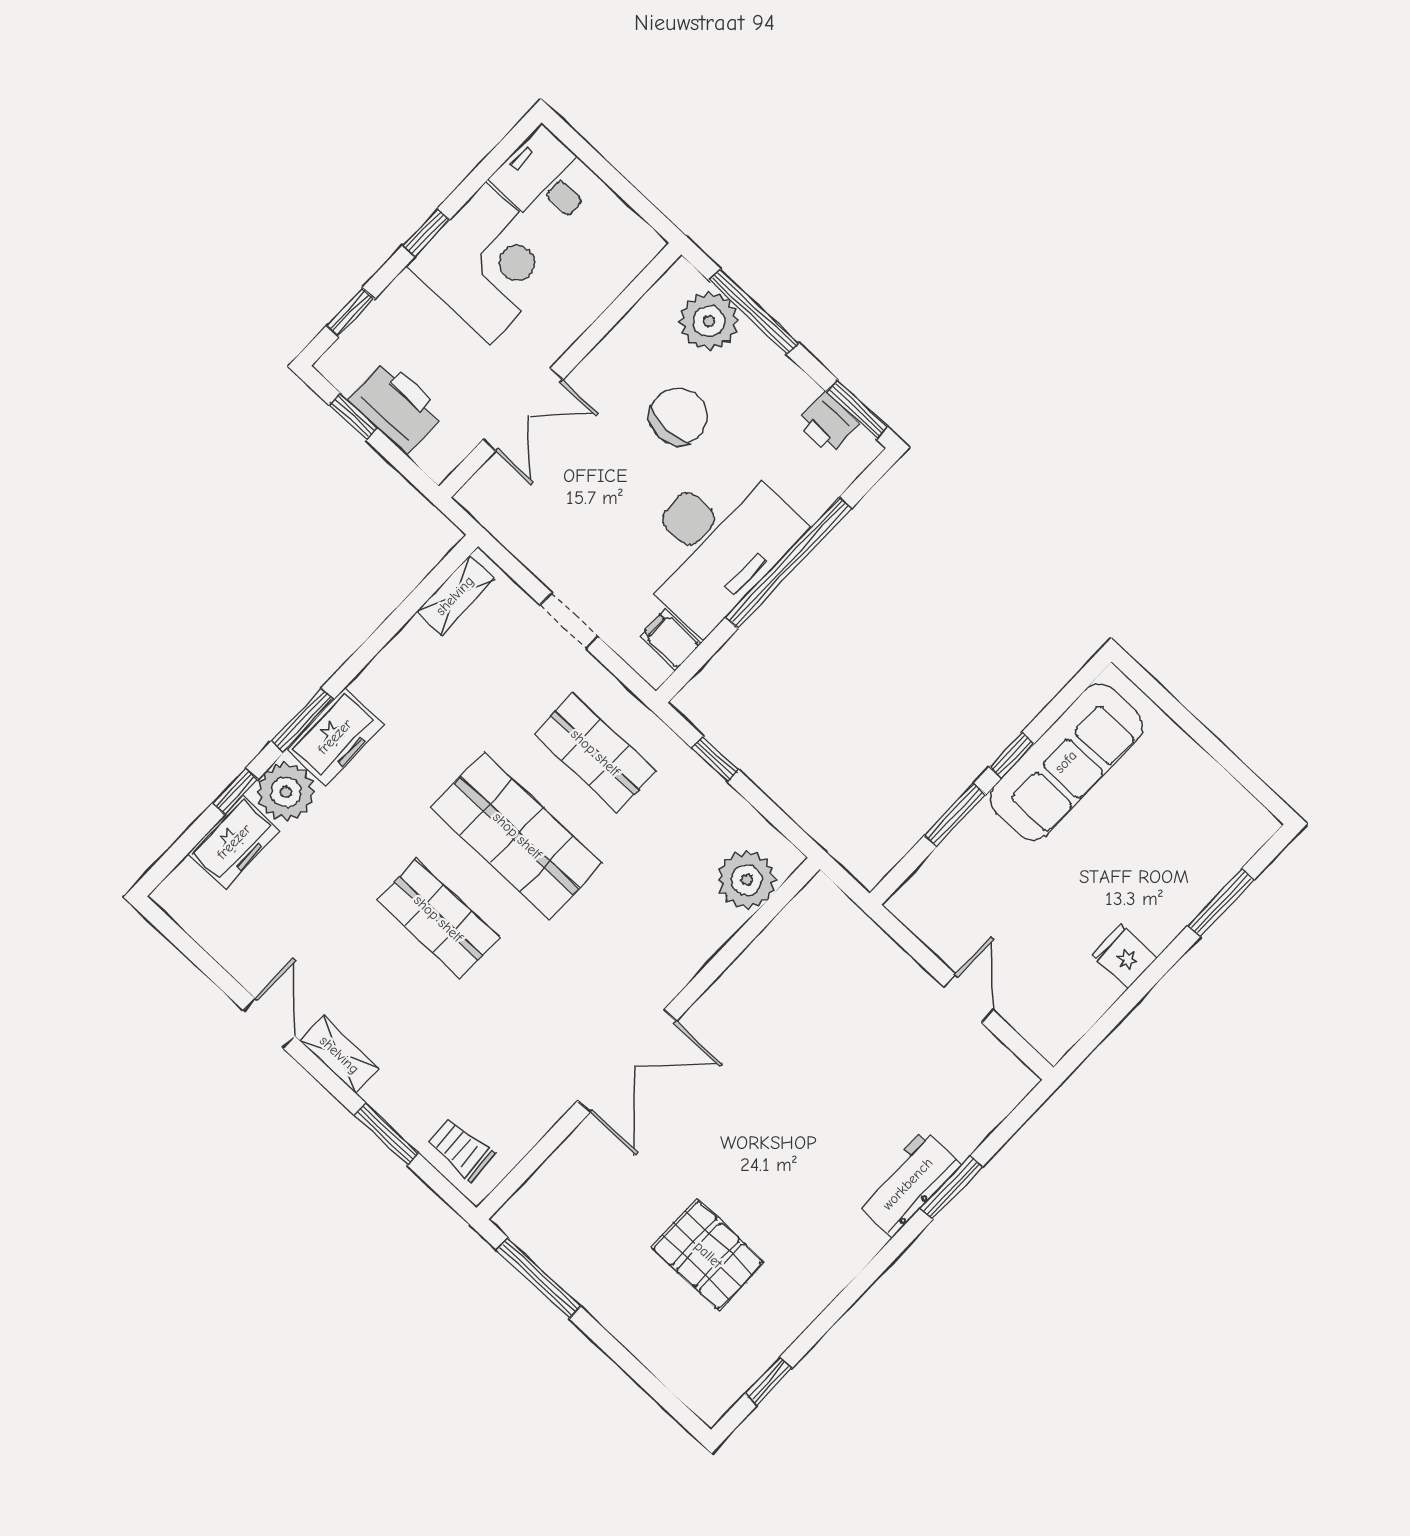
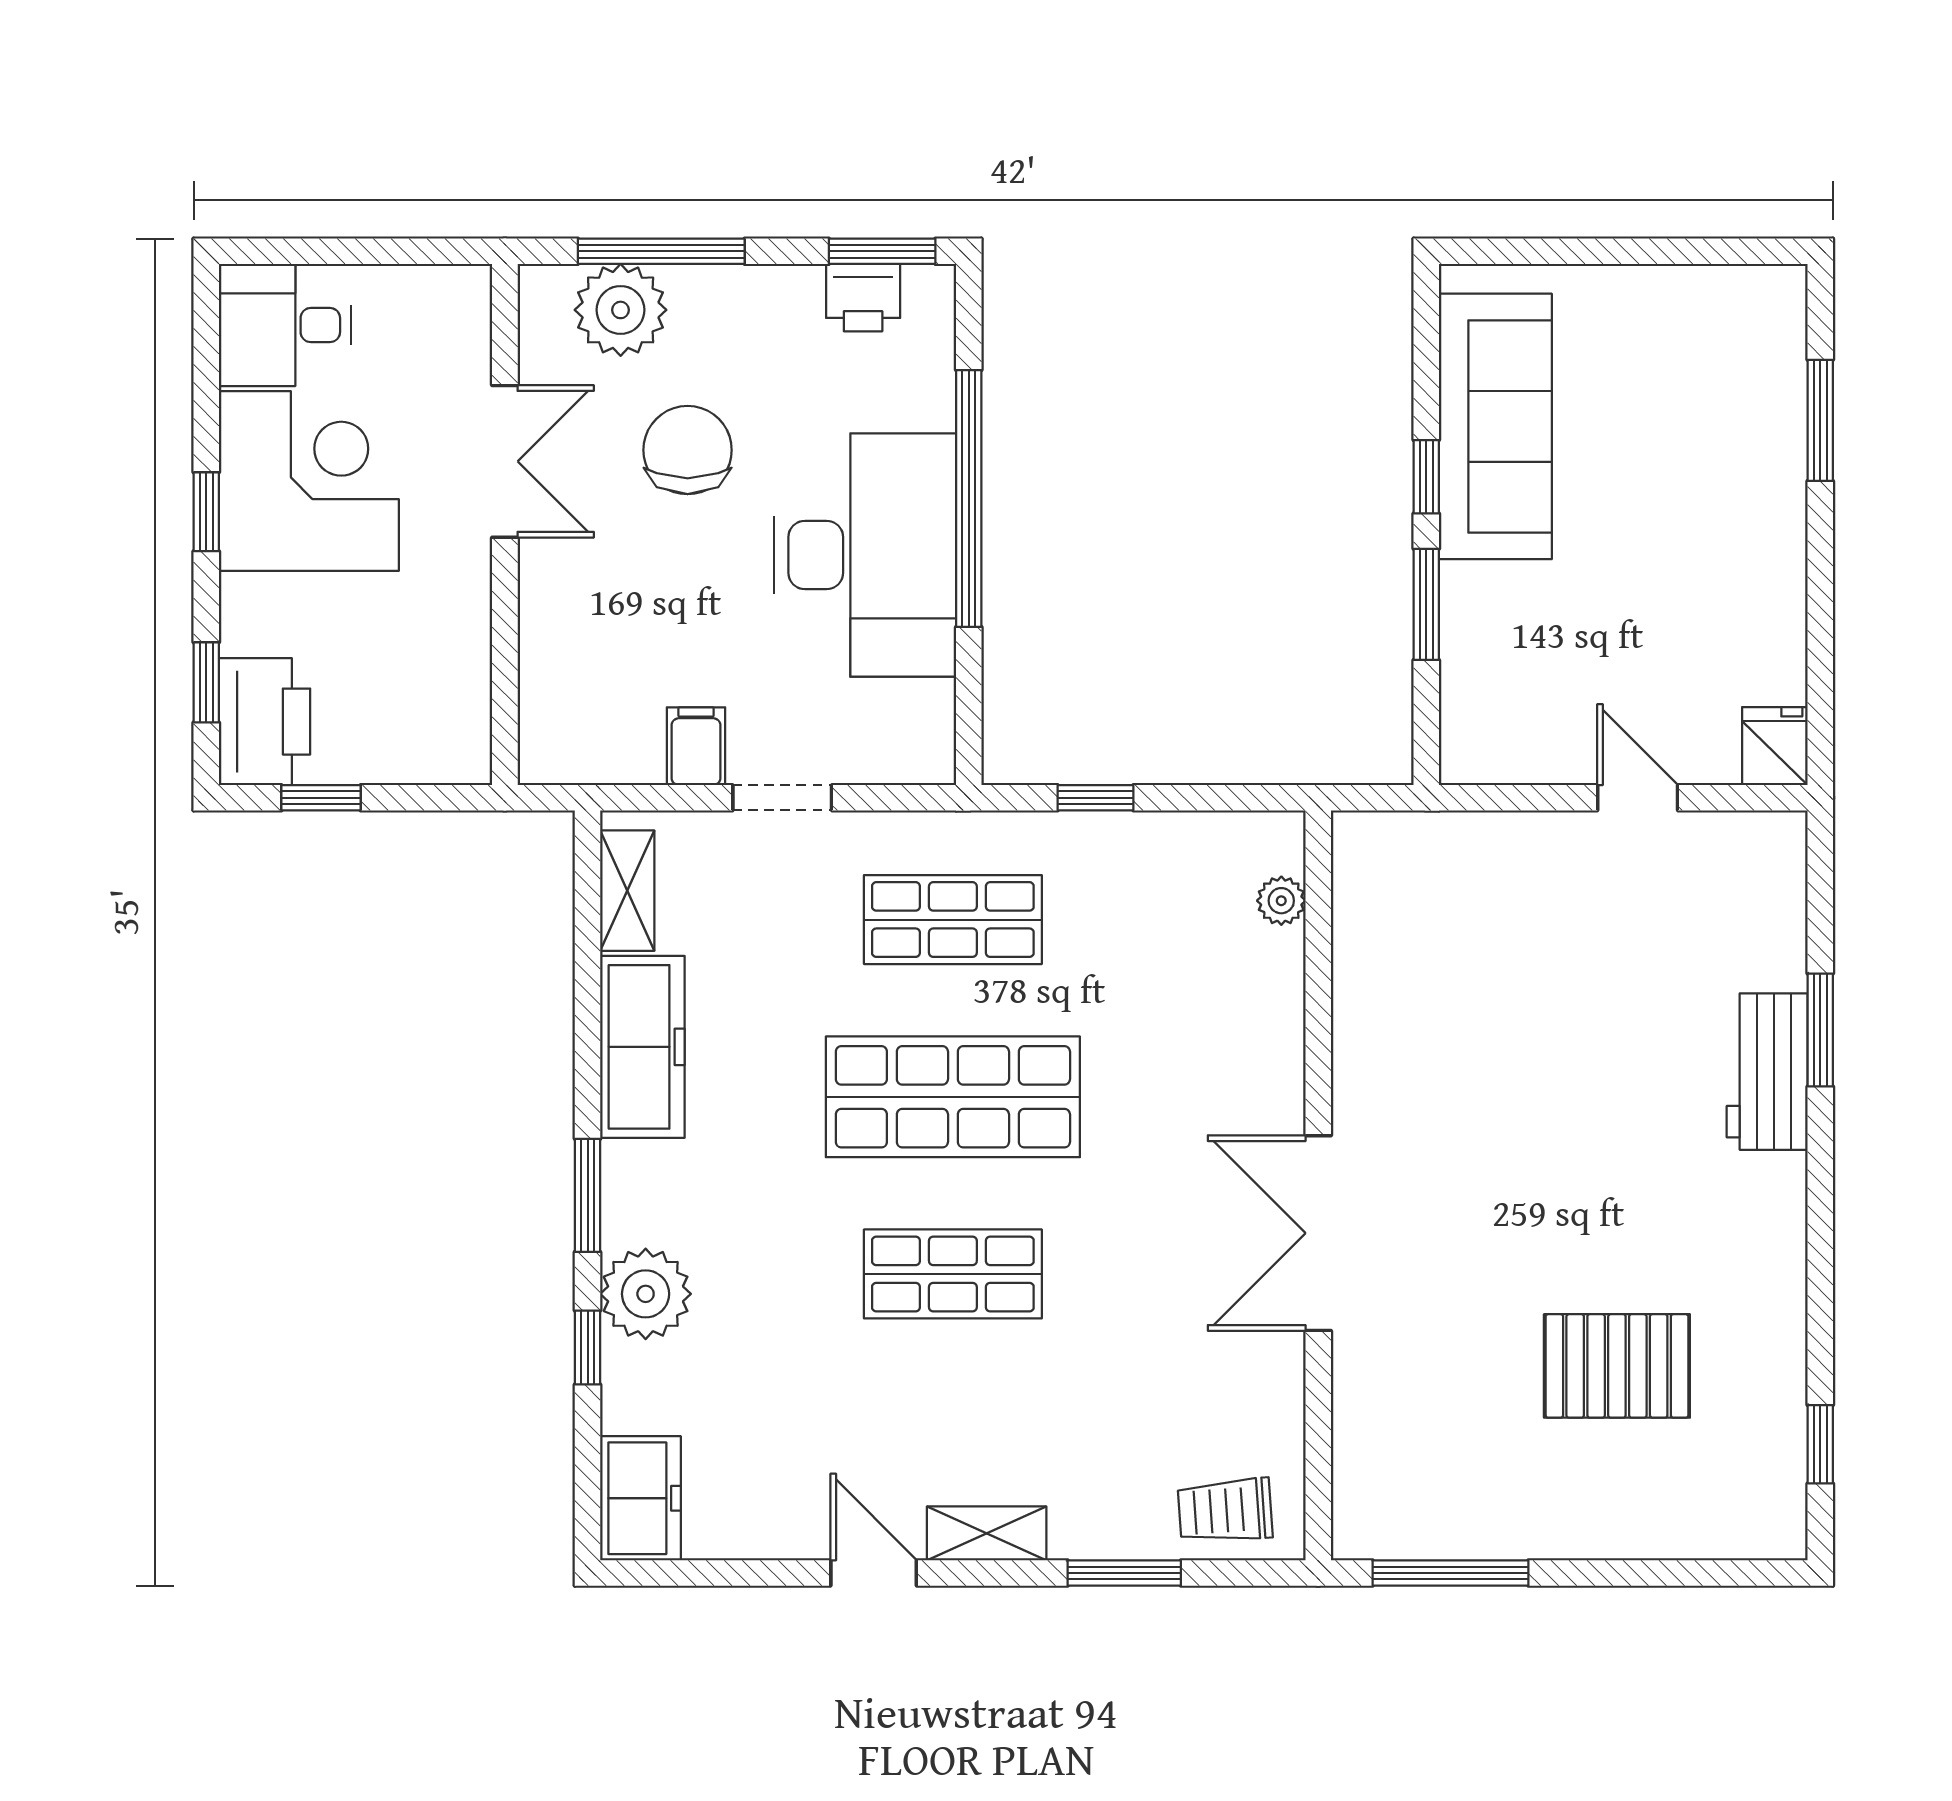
printer: (397, 406) -> (265, 722), moved, turned 90
double door: (523, 410) -> (505, 461), moved
filing cabinet: (670, 640) -> (696, 746), moved, turned 90
freezer: (335, 737) -> (642, 1047), moved, width x1.40
freezer: (234, 842) -> (641, 1498), moved
plant: (747, 880) -> (1281, 901), width x0.53, depth x0.53
fridge: (1124, 956) -> (1775, 746), moved, turned 90
double door: (627, 1061) -> (1318, 1233), swing flipped

